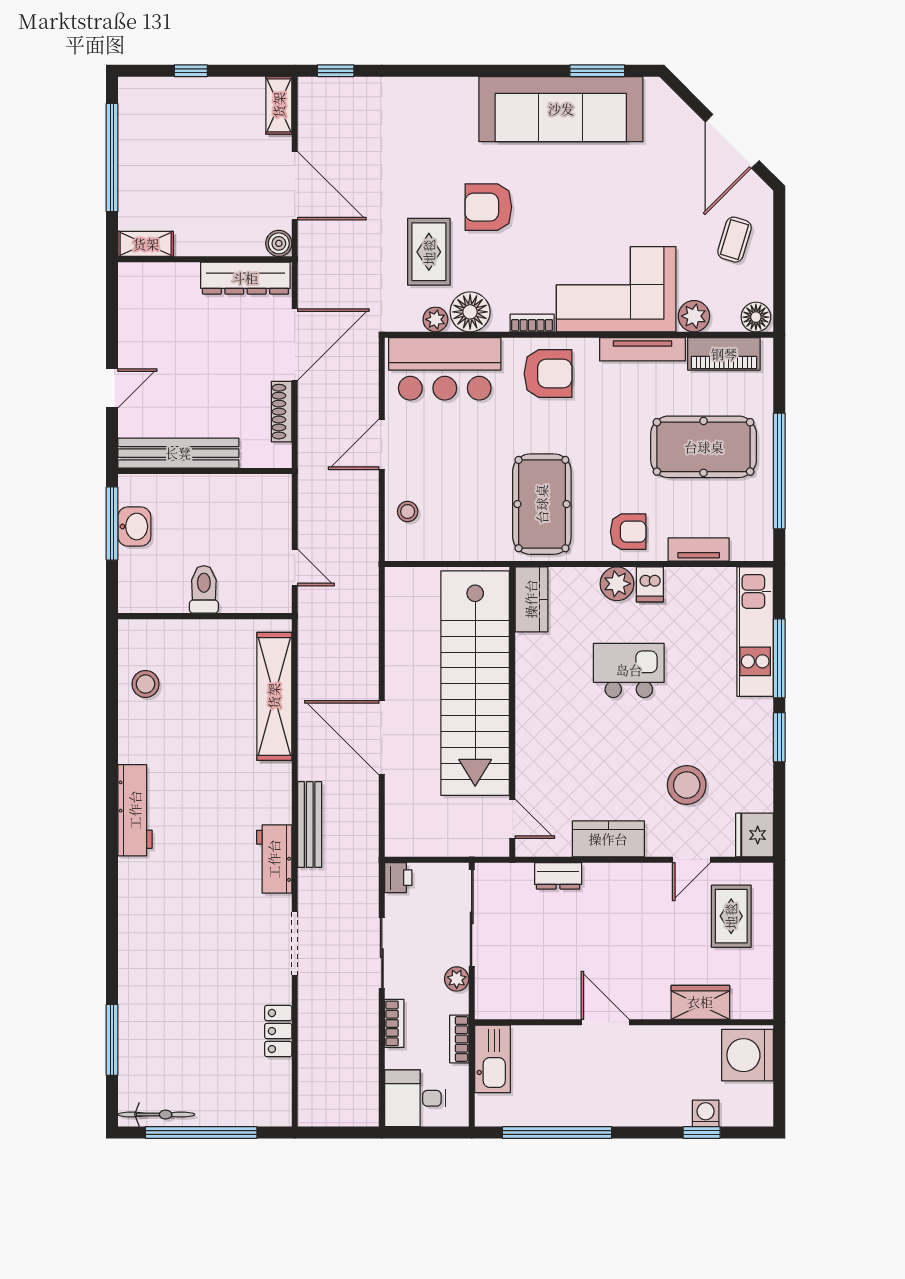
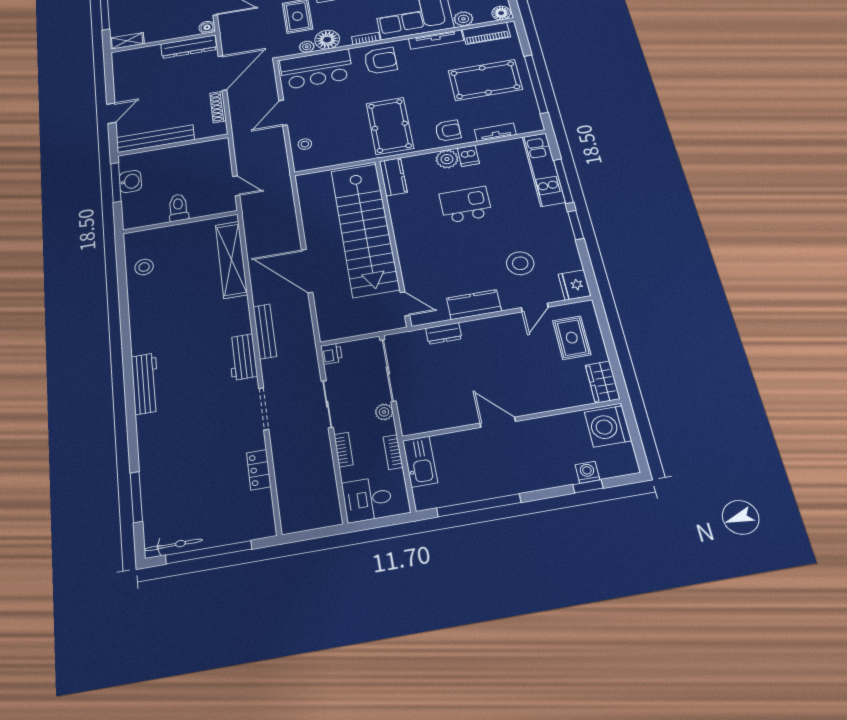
workbench: (135, 810) -> (145, 384), moved
wardrobe: (700, 1002) -> (603, 382), moved, turned -90

